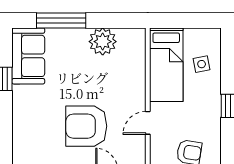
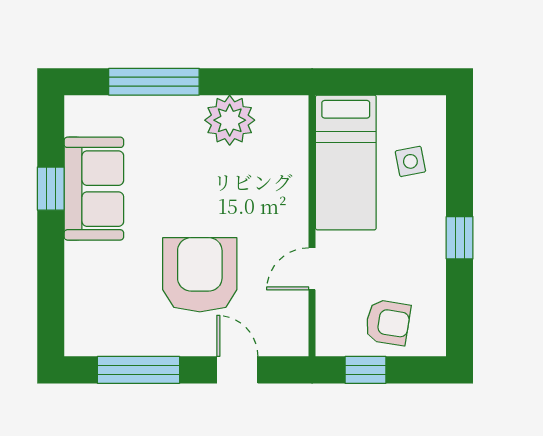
sofa: (28, 56) -> (94, 189), moved
armchair: (86, 126) -> (200, 275), turned 90

